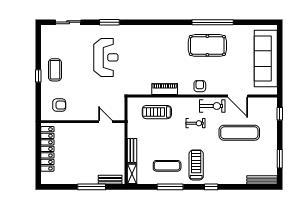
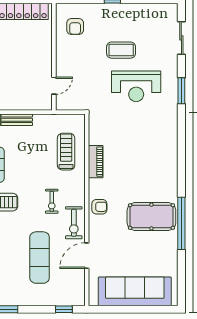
pool table: (207, 45) -> (151, 217), turned 90
coffee table: (55, 70) -> (121, 50), moved

